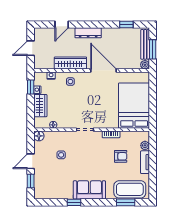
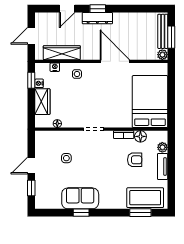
window: (126, 24) -> (98, 9), moved
wardrobe: (70, 63) -> (62, 53), moved
floor lamp: (39, 136) -> (140, 136), moved
sofa: (89, 190) -> (80, 198), moved

